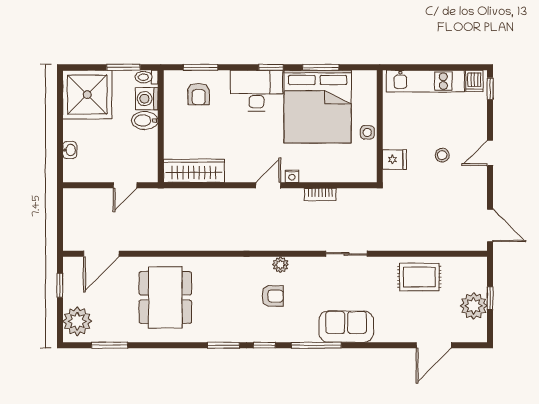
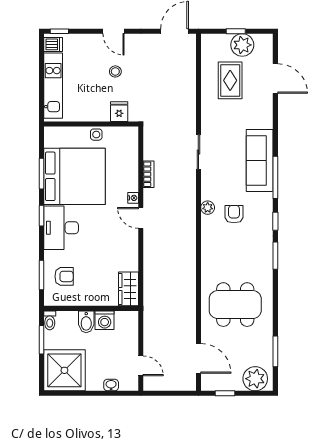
washing machine: (147, 99) -> (105, 320), moved
wardrobe: (194, 171) -> (129, 289), width x0.67
door: (125, 185) -> (141, 366), moved
rug: (419, 277) -> (230, 80), moved
sofa: (346, 327) -> (260, 161), width x1.36

